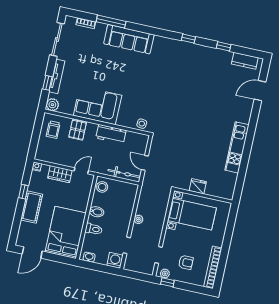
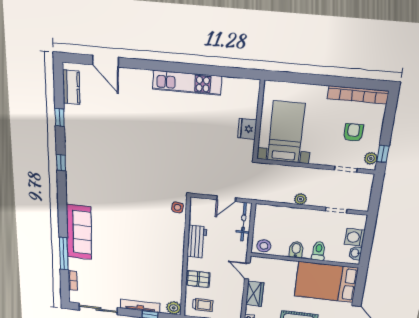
corner sofa: (98, 105) -> (165, 260), removed
washing machine: (115, 260) -> (355, 237), moved

